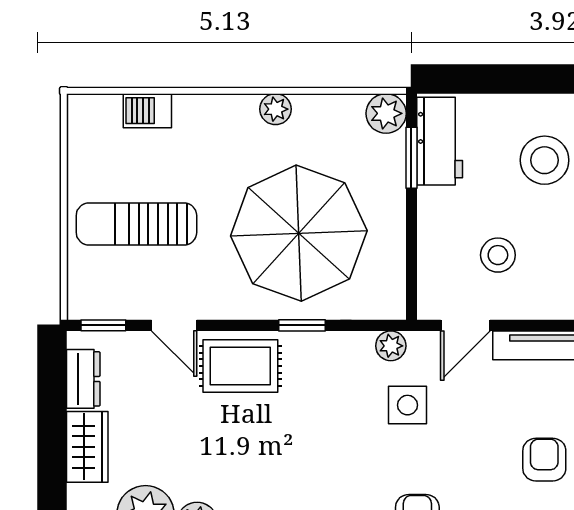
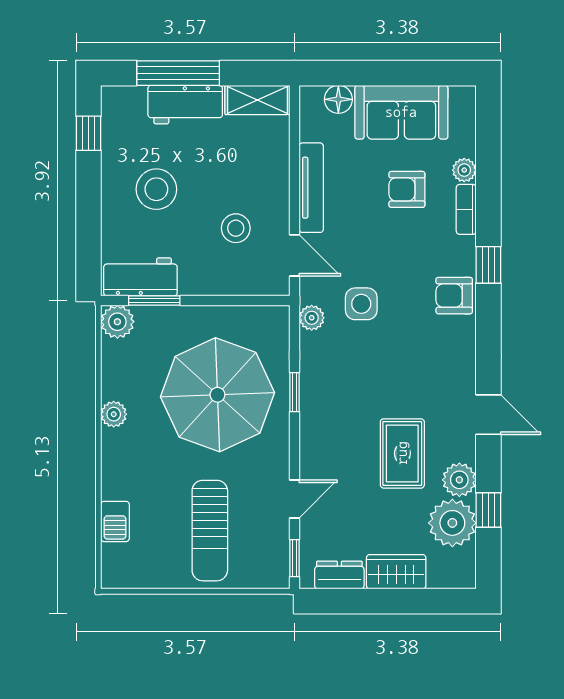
rug: (240, 366) -> (402, 453), moved

